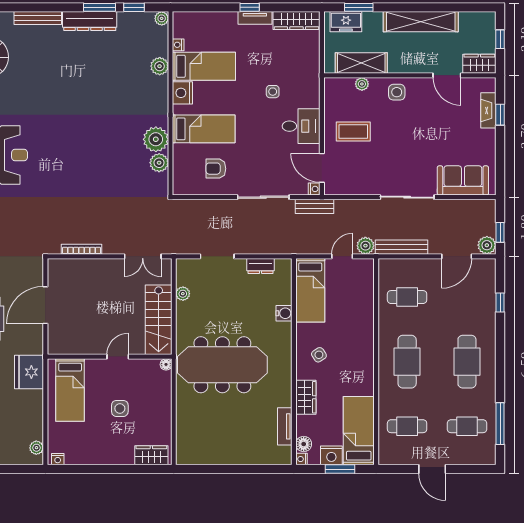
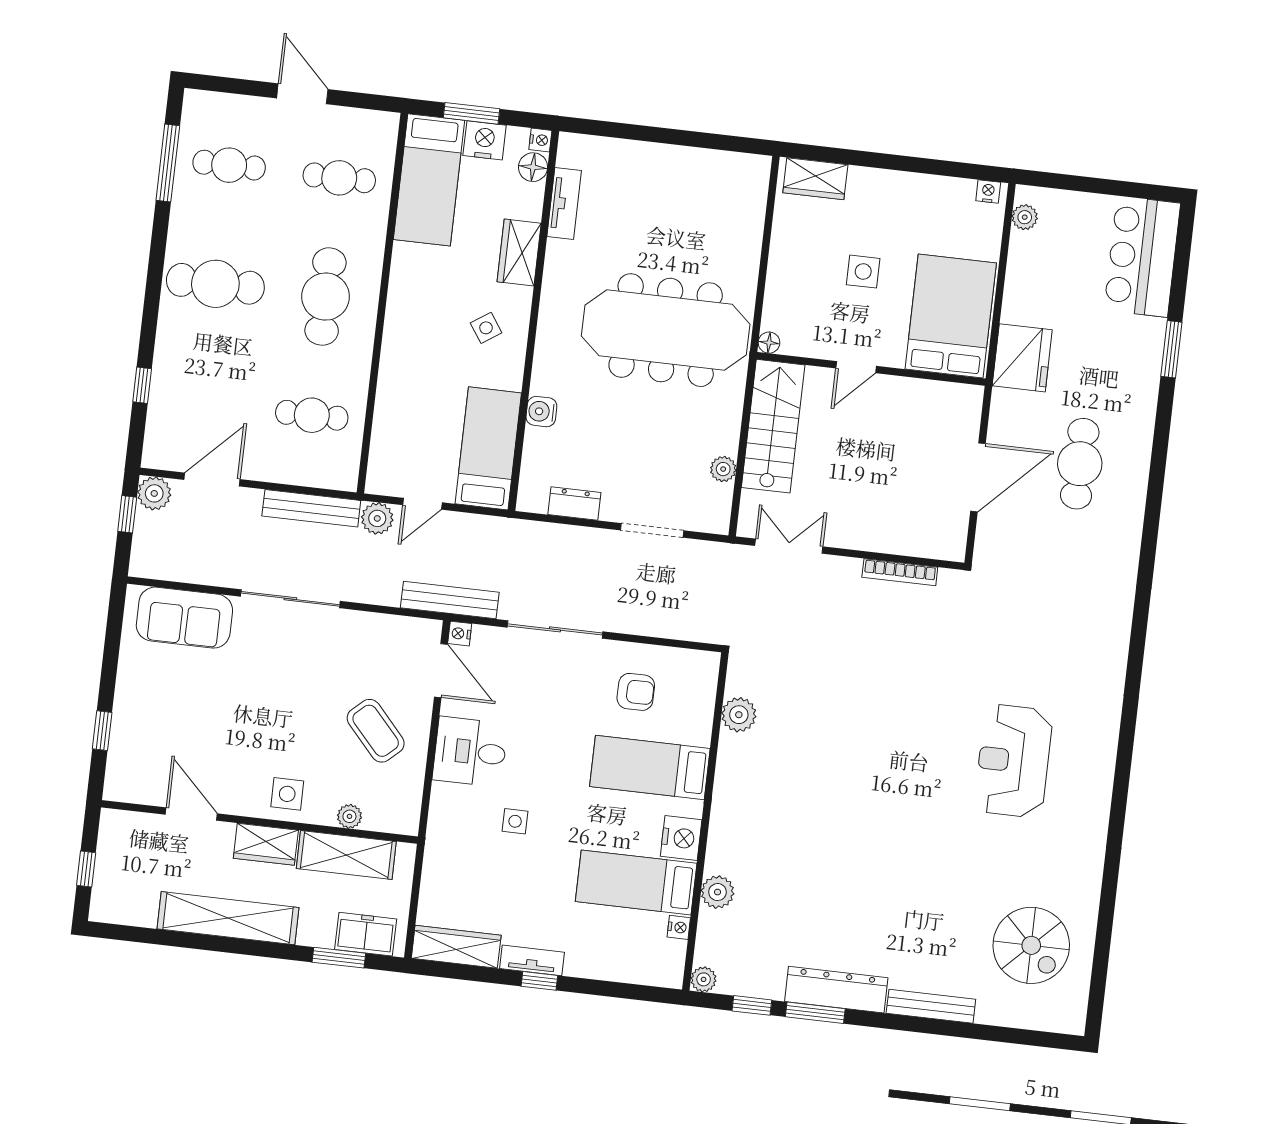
wardrobe: (479, 64) -> (266, 844), moved
fireplace: (488, 110) -> (123, 741), removed
coffee table: (353, 132) -> (376, 731), turned 48
plant: (156, 139) -> (740, 759), removed
bench: (315, 206) -> (450, 600), width x1.36
cafe table: (467, 362) -> (215, 284), turned 90
bed: (70, 390) -> (951, 316), width x1.50

